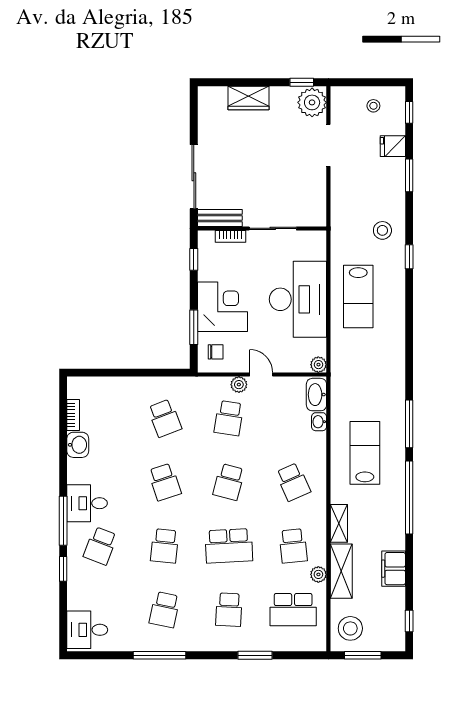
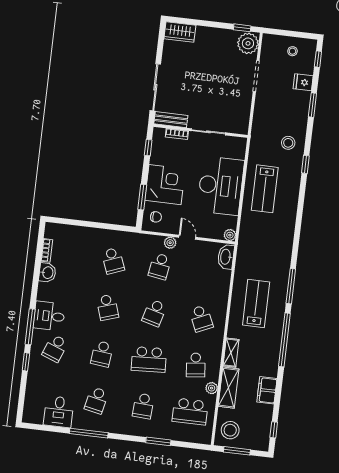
wardrobe: (248, 98) -> (180, 32), moved
washbasin: (319, 422) -> (225, 277), removed
desk: (87, 630) -> (59, 412), moved, turned -90

